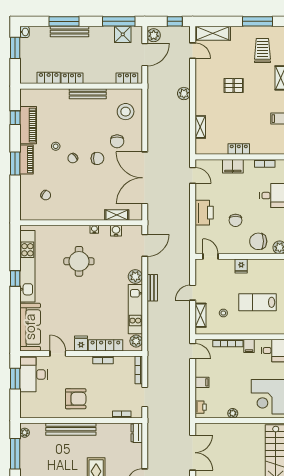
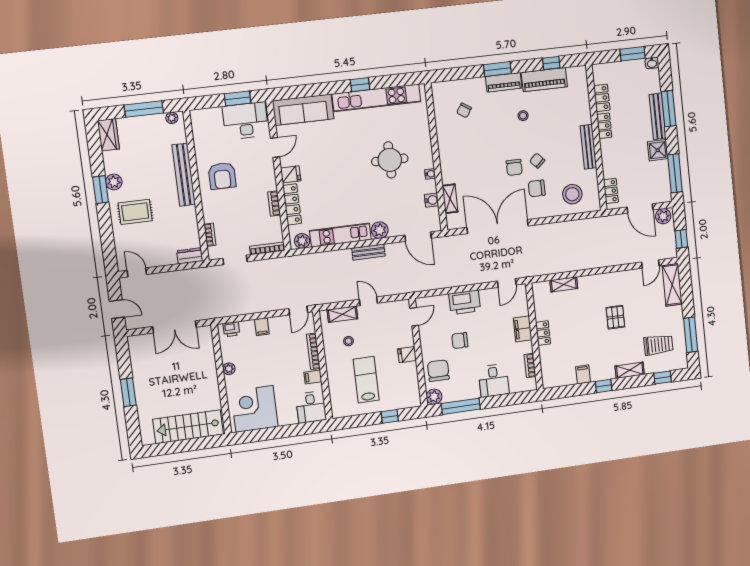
shower: (123, 34) -> (658, 150), moved
plant: (184, 94) -> (600, 260), removed
chair: (73, 158) -> (537, 161), moved

